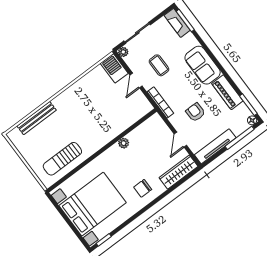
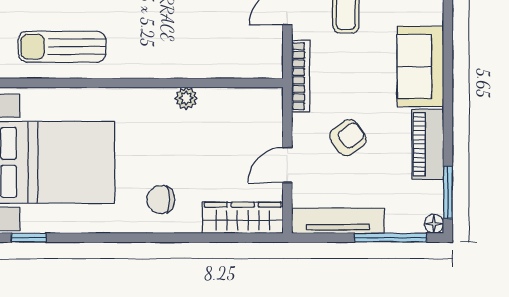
armchair: (195, 112) -> (348, 138), turned 54

